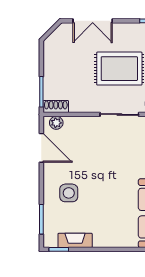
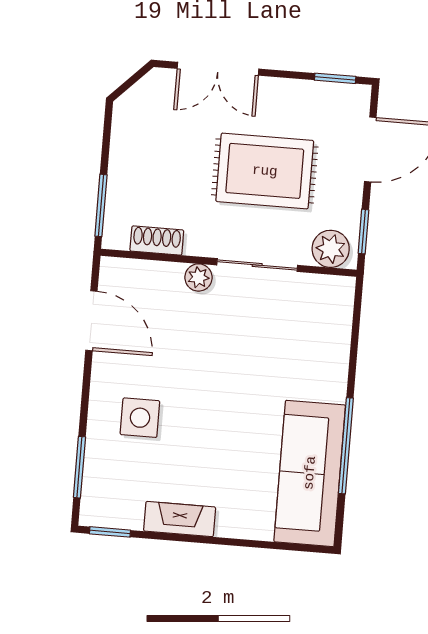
shoe rack: (56, 107) -> (157, 241), moved
plant: (56, 123) -> (198, 277), moved
fireplace: (75, 240) -> (180, 519), moved

